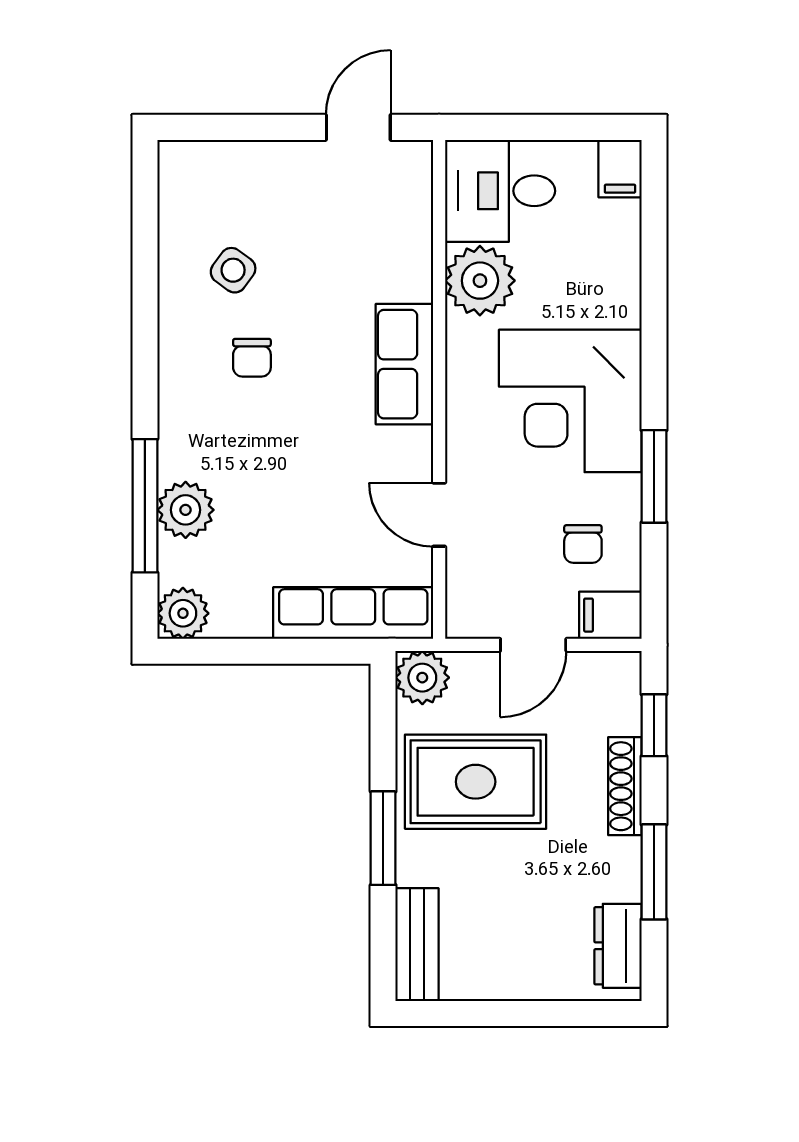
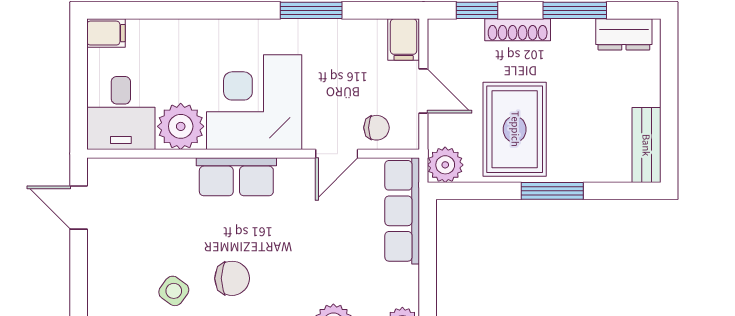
chair: (252, 358) -> (232, 278), width x1.37, depth x1.37
corner desk: (570, 401) -> (254, 102), moved, turned 180
chair: (583, 544) -> (376, 128), moved
bench: (417, 945) -> (646, 145), moved, turned 90

